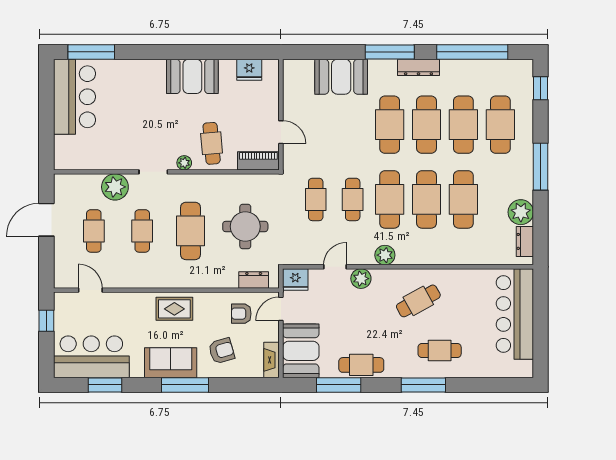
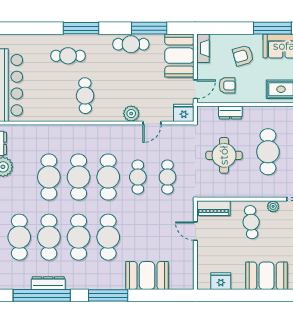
dresser: (418, 67) -> (48, 283), moved
plant: (385, 255) -> (112, 132), removed
dresser: (254, 280) -> (230, 112), moved
cafe table: (418, 301) -> (85, 96), turned -62

